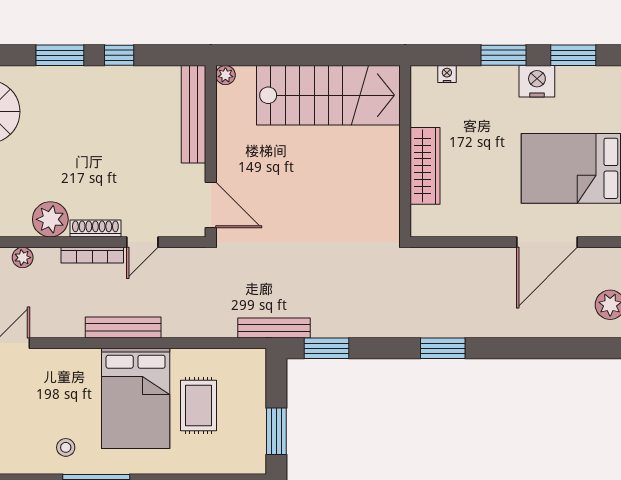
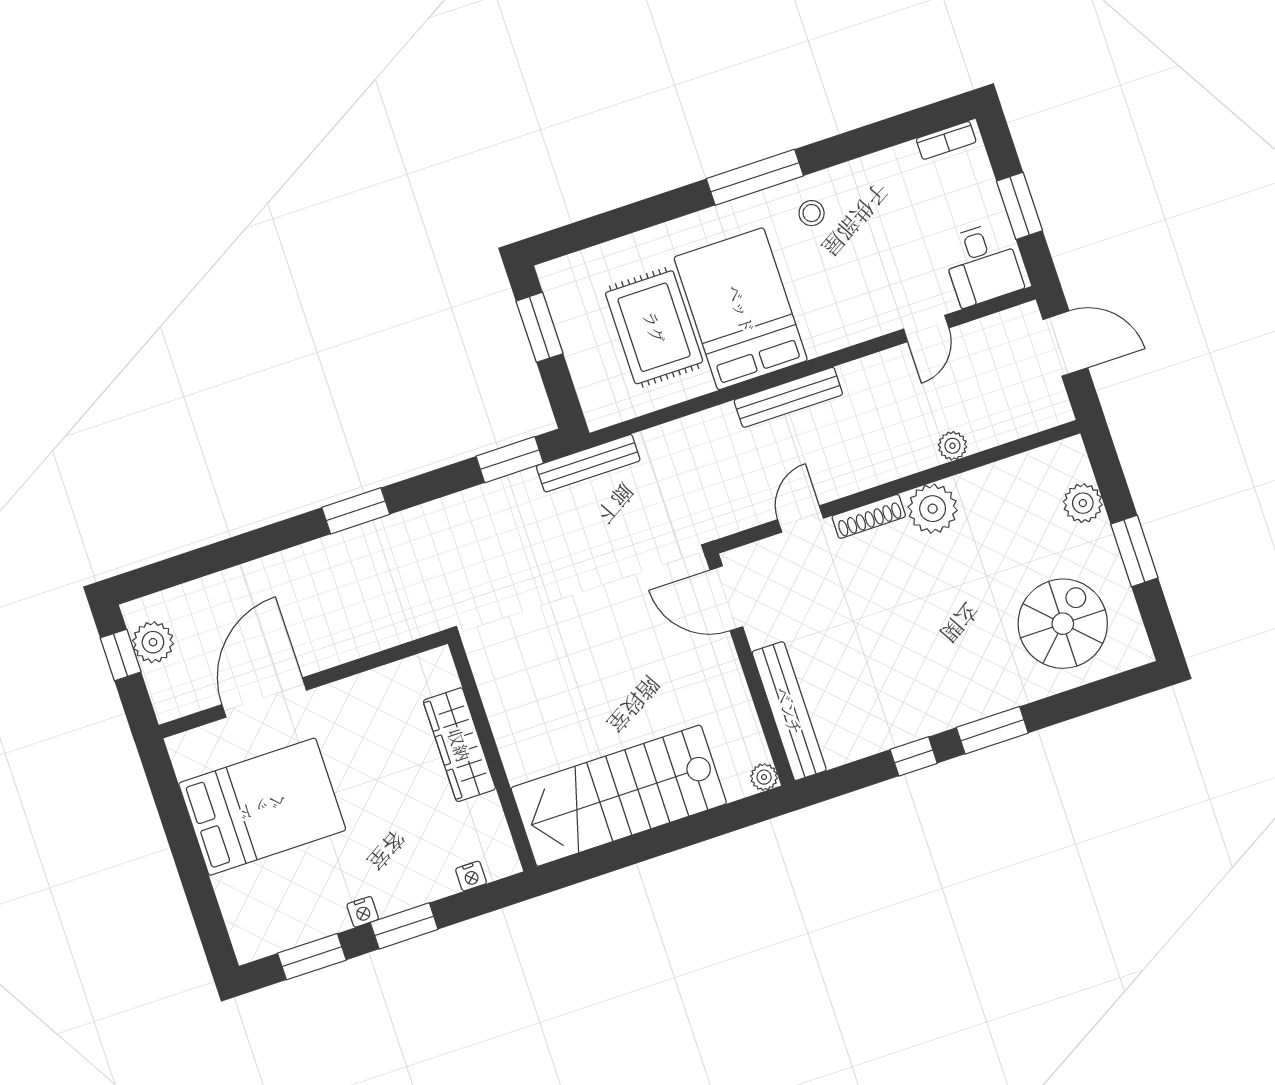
nightstand: (537, 81) -> (363, 912), width x0.53, depth x0.56
bookcase: (92, 255) -> (861, 480), removed
rug: (199, 405) -> (654, 327), width x1.36, depth x1.43

